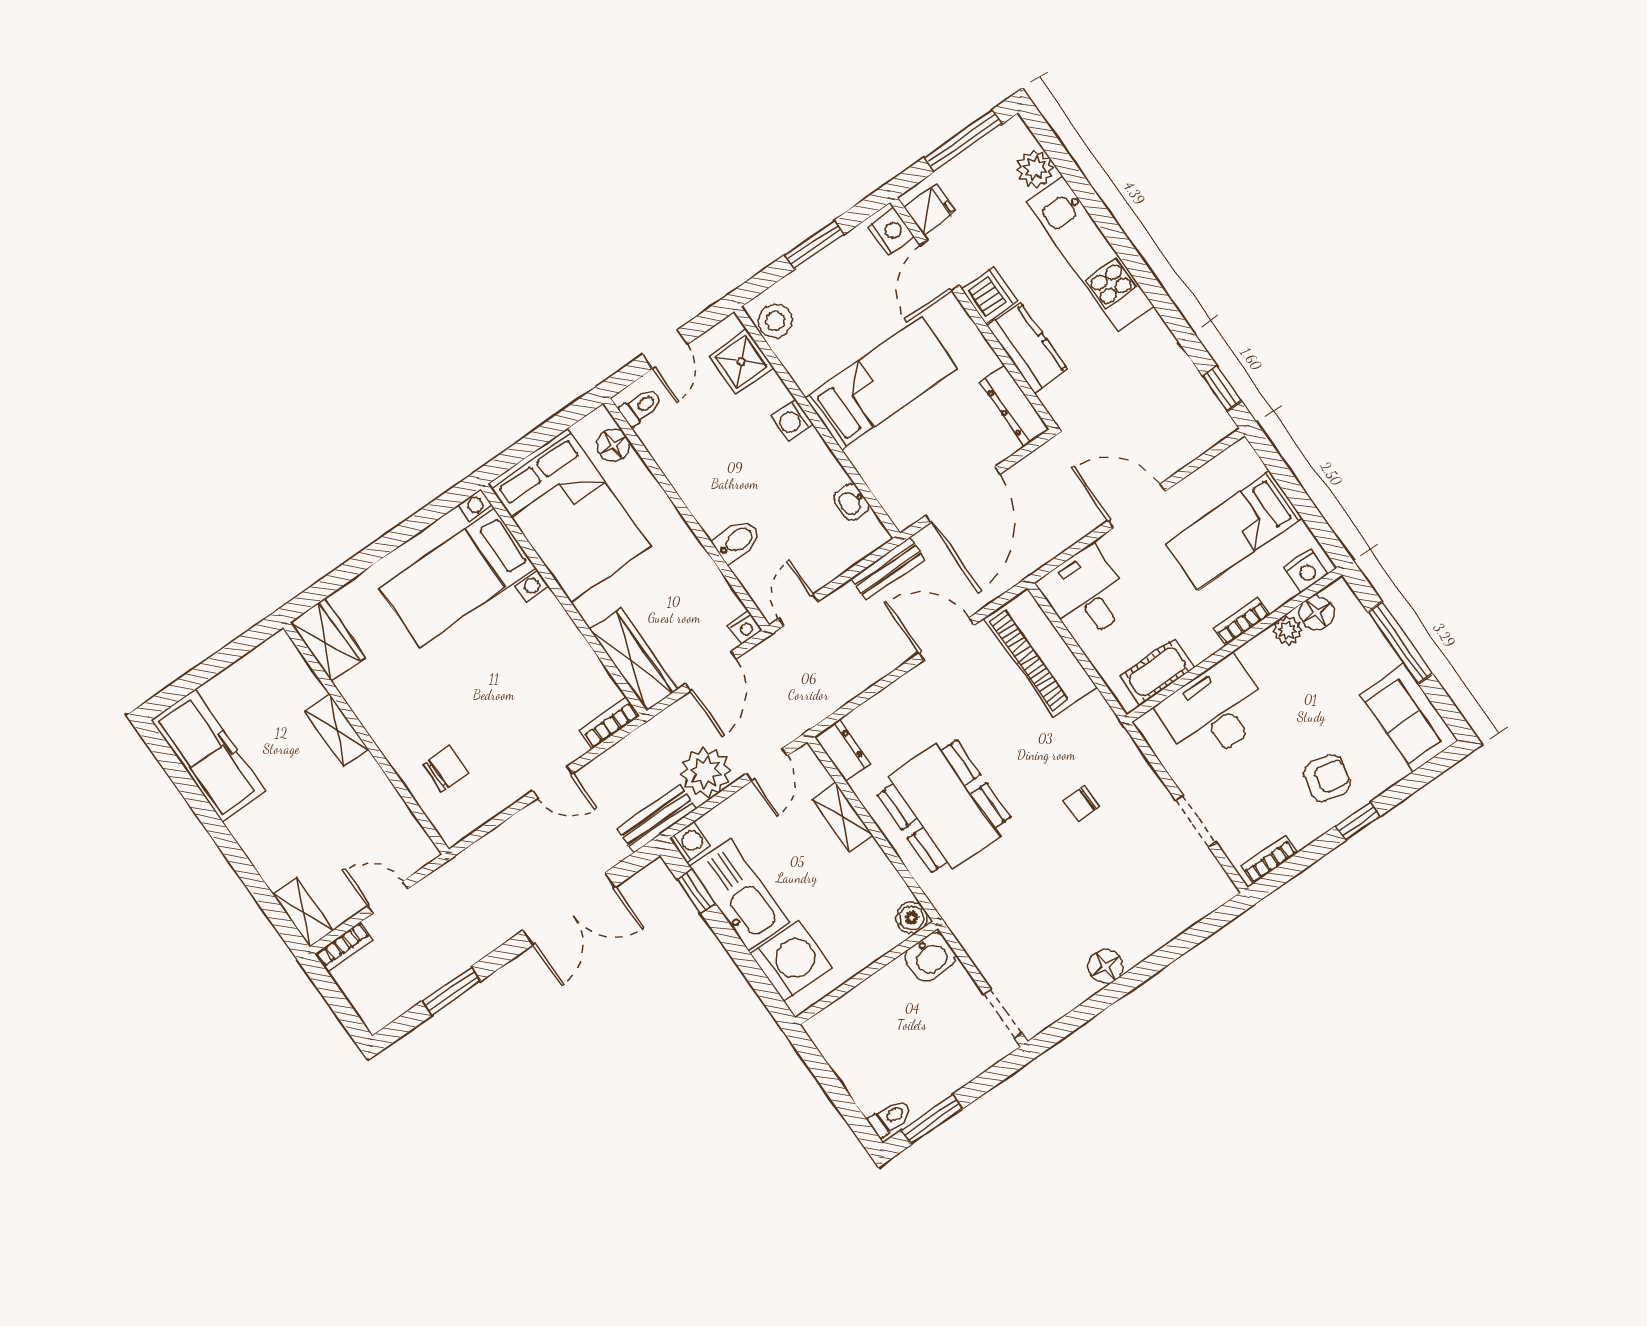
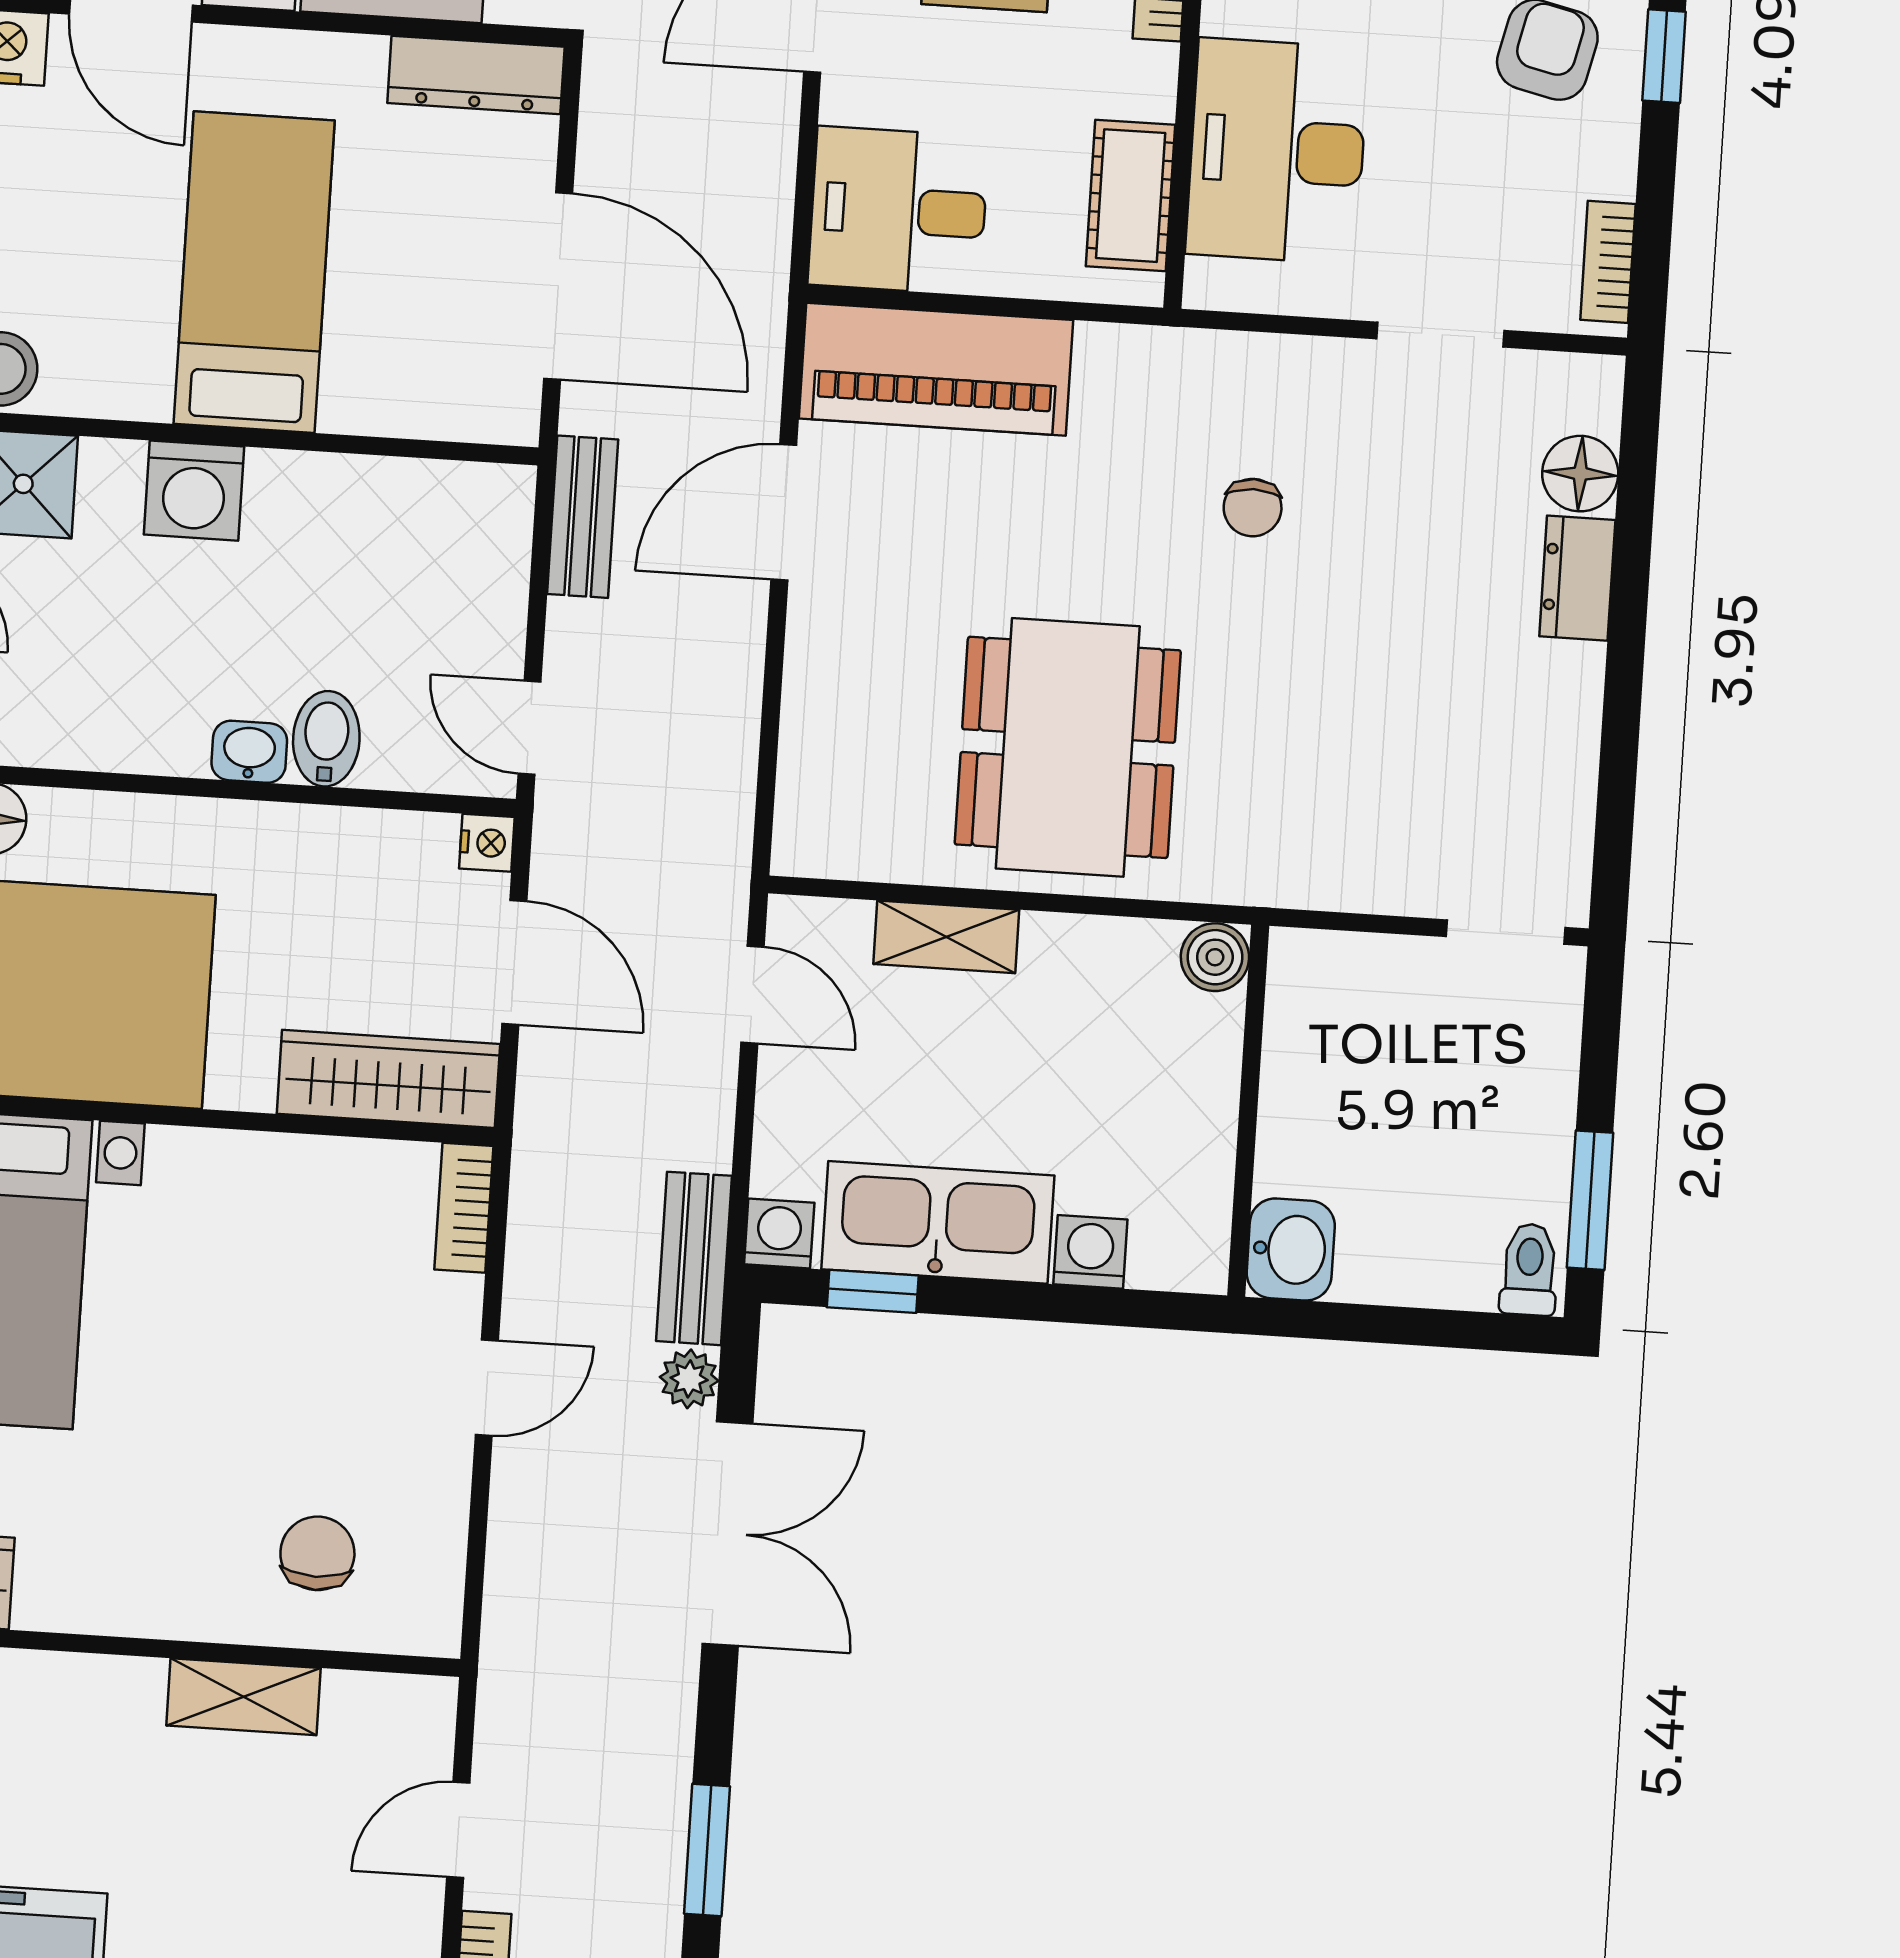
washing machine: (792, 421) -> (194, 491), width x1.38, depth x1.38
washbasin: (851, 502) -> (249, 752), moved, turned 180
shelving: (337, 730) -> (244, 1697), moved
dresser: (842, 750) -> (1577, 578), moved, turned -90
plant: (705, 772) -> (689, 1379), moved, width x0.53, depth x0.53
dining table: (944, 806) -> (1068, 747), turned 90
washbasin: (930, 957) -> (1291, 1249), moved
washing machine: (791, 961) -> (1090, 1252), width x0.53, depth x0.53
floor lamp: (1106, 966) -> (1580, 474), moved

